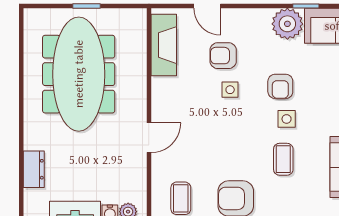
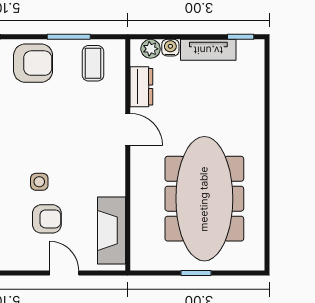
door: (149, 138) -> (128, 129), swing flipped
dresser: (34, 169) -> (141, 87), moved, turned 180

